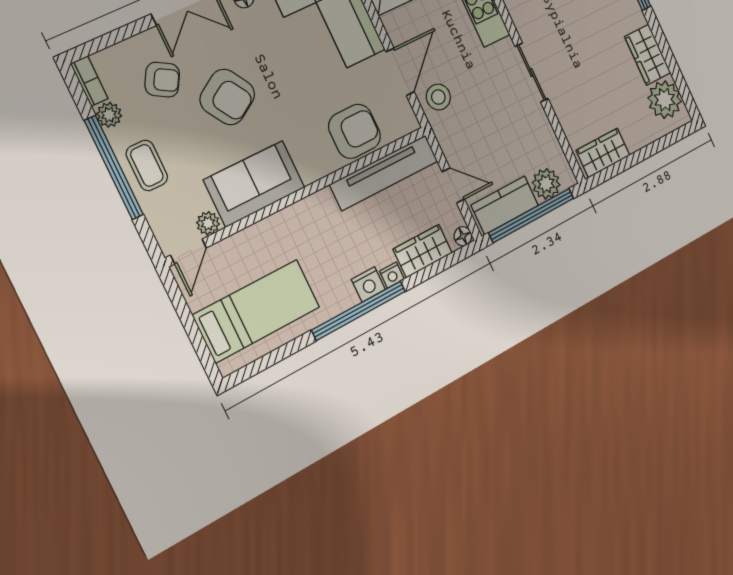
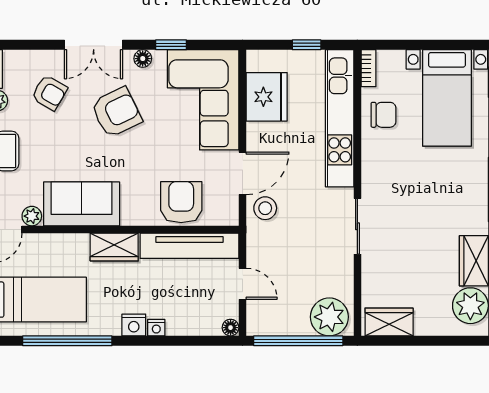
armchair: (227, 97) -> (116, 112), moved, turned -84
armchair: (355, 131) -> (181, 202), turned -90
plant: (546, 184) -> (329, 317), width x1.36, depth x1.36
kitchen counter: (505, 205) -> (279, 321), removed
wardrobe: (423, 251) -> (114, 247), moved, turned 180
window: (359, 311) -> (67, 341), moved

